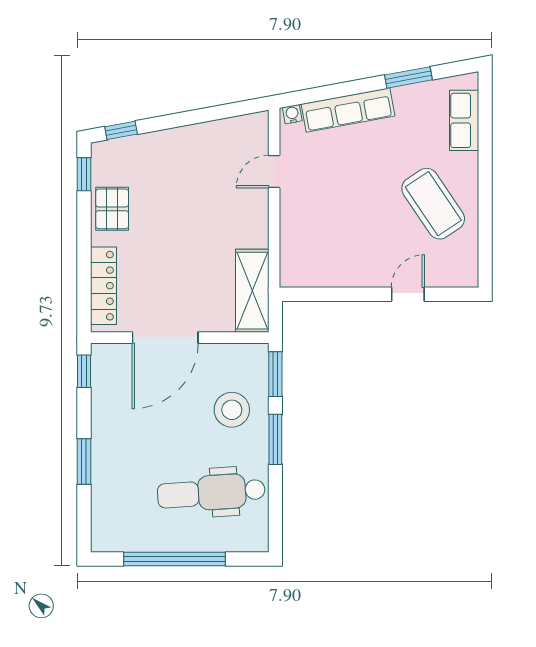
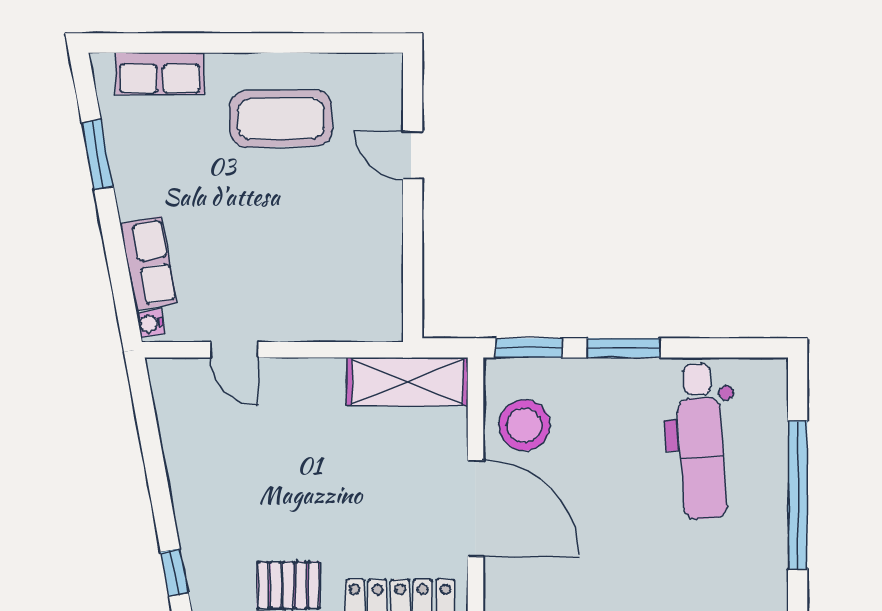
row of seats: (348, 110) -> (149, 263), width x0.68
coffee table: (433, 204) -> (281, 118), turned 33
stool: (232, 410) -> (524, 425), moved

